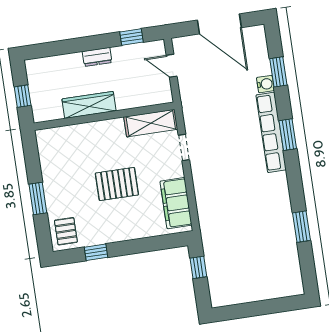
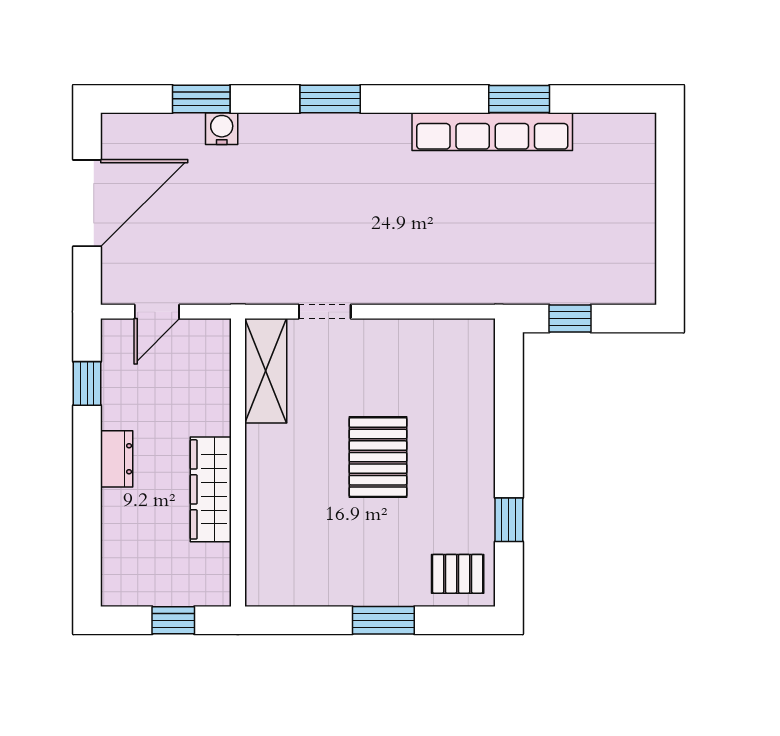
row of seats: (271, 132) -> (492, 132), moved
filing cabinet: (176, 203) -> (434, 344), removed

